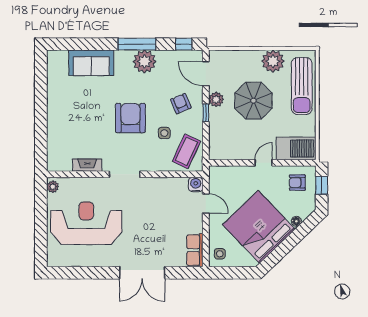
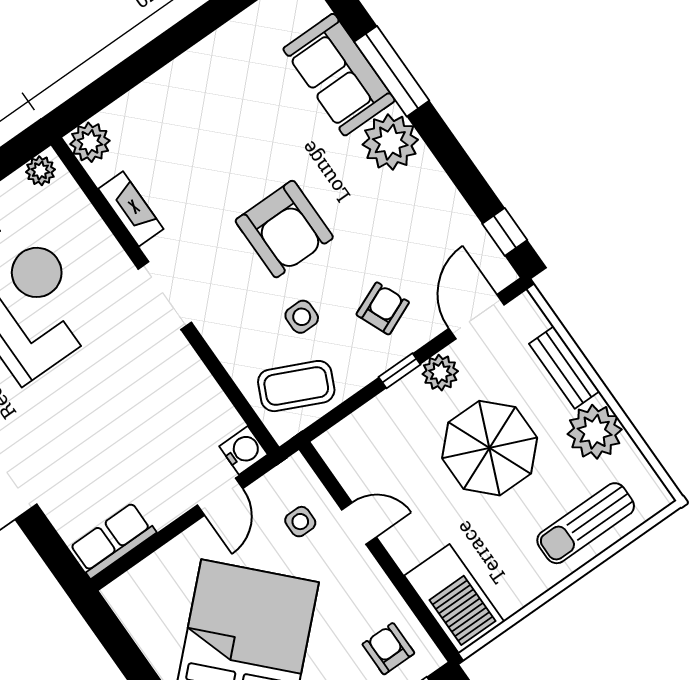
window: (137, 44) -> (392, 71), moved
bench: (244, 56) -> (564, 368), added
plant: (144, 61) -> (390, 142), moved
sun lounger: (302, 86) -> (586, 523), width x0.73, depth x0.75
armchair: (130, 118) -> (284, 229), turned 90
plant: (55, 163) -> (90, 142), added
door: (264, 163) -> (359, 523), moved
side table: (220, 254) -> (300, 522), moved

